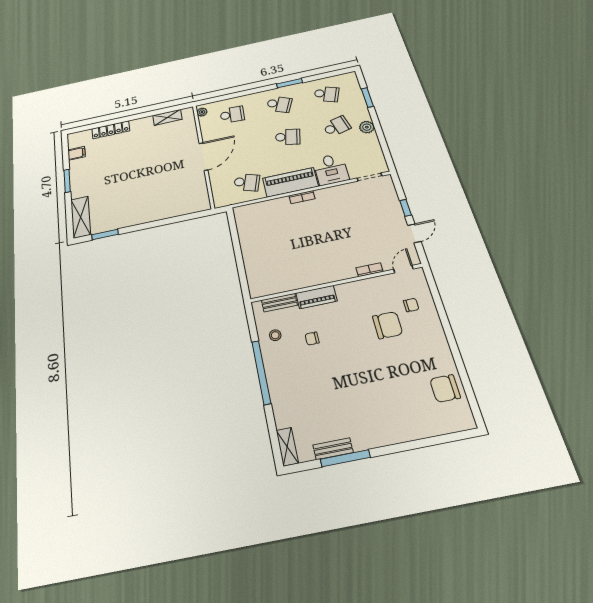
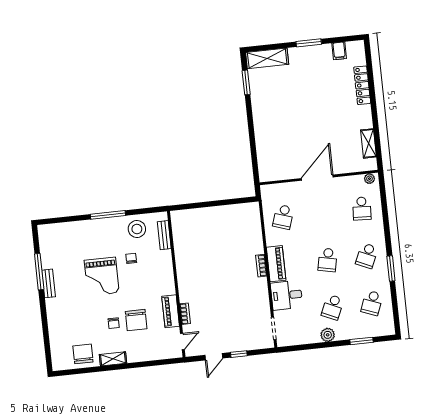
school desk: (337, 126) -> (333, 307), turned 39
door: (203, 156) -> (317, 178), swing flipped
piano: (290, 182) -> (276, 264), width x0.73, depth x0.75
door: (414, 233) -> (214, 357), hinge flipped
door: (403, 269) -> (182, 342), hinge flipped
piano: (316, 297) -> (171, 311), moved
chair: (411, 305) -> (114, 323), moved
stool: (275, 335) -> (137, 229), width x1.89, depth x1.89
window: (261, 372) -> (108, 215), width x0.68
grand piano: (340, 373) -> (102, 277), added
shelving: (287, 447) -> (113, 359), moved
bench: (333, 449) -> (49, 283), moved

